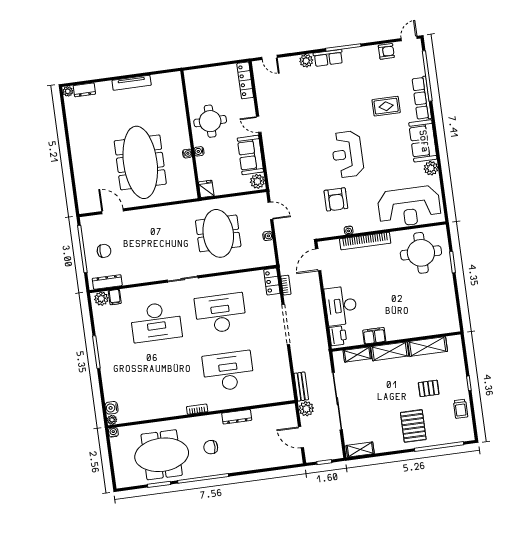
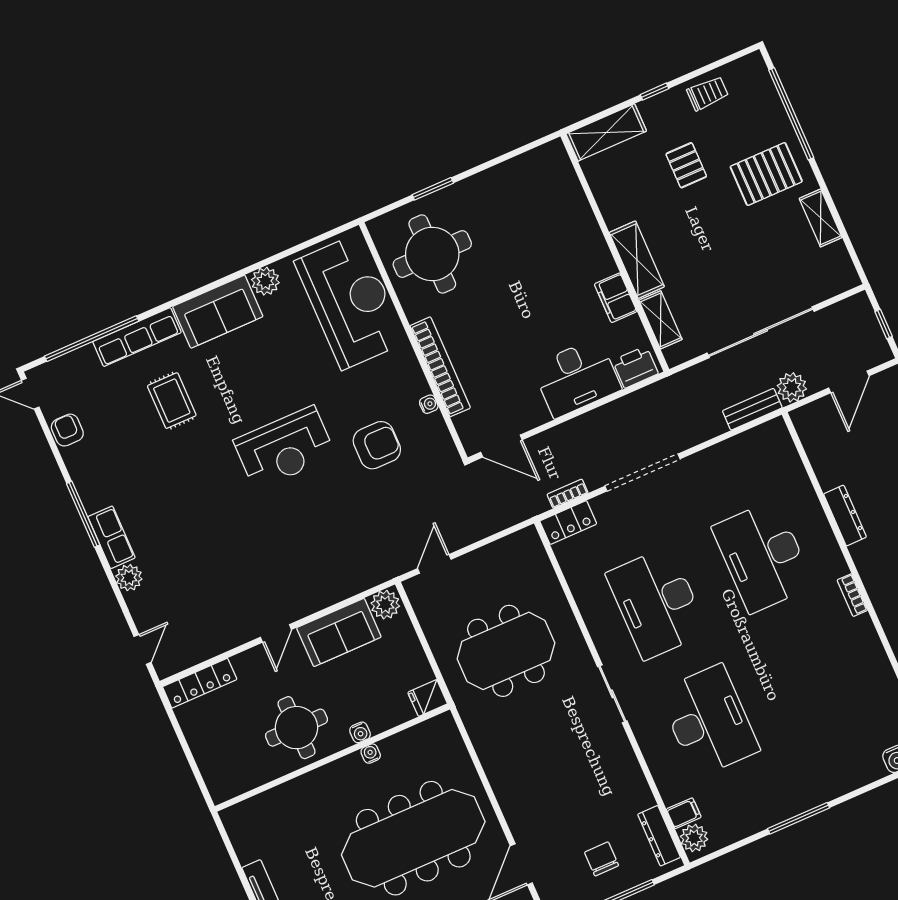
water cooler: (268, 236) -> (484, 555), removed
shelving: (428, 347) -> (606, 132), moved, turned 90
shelving: (360, 450) -> (821, 218), moved

